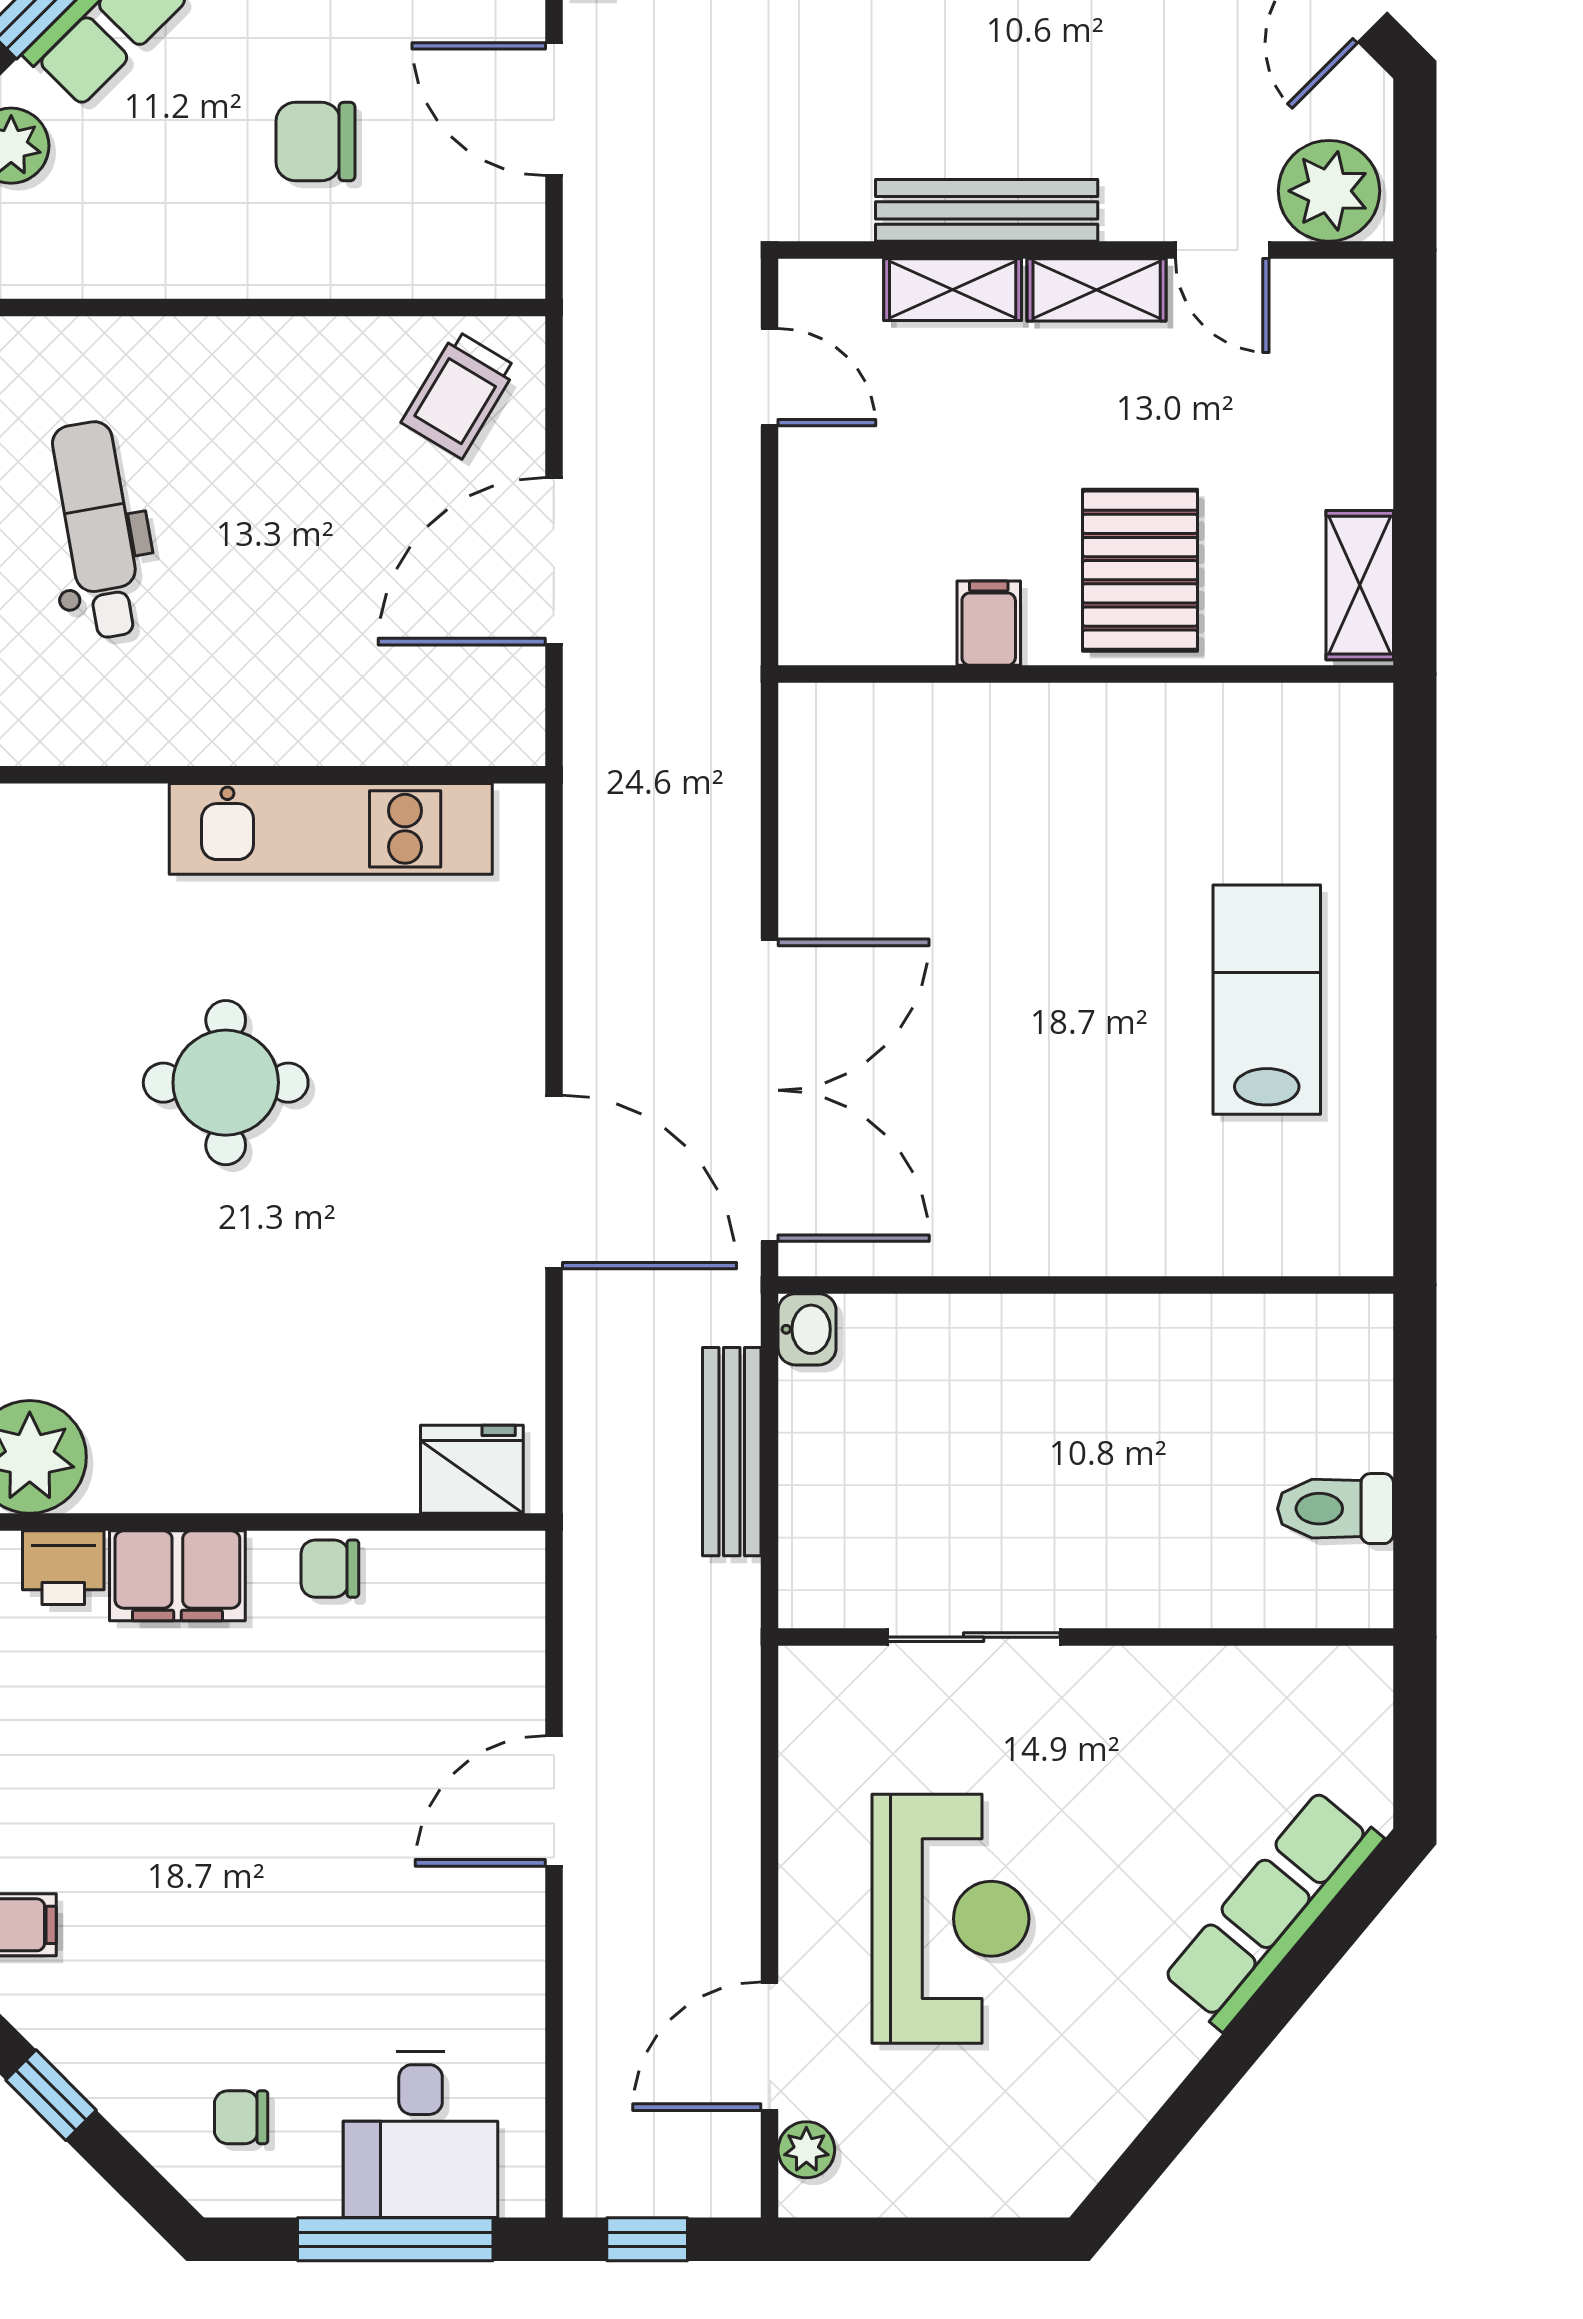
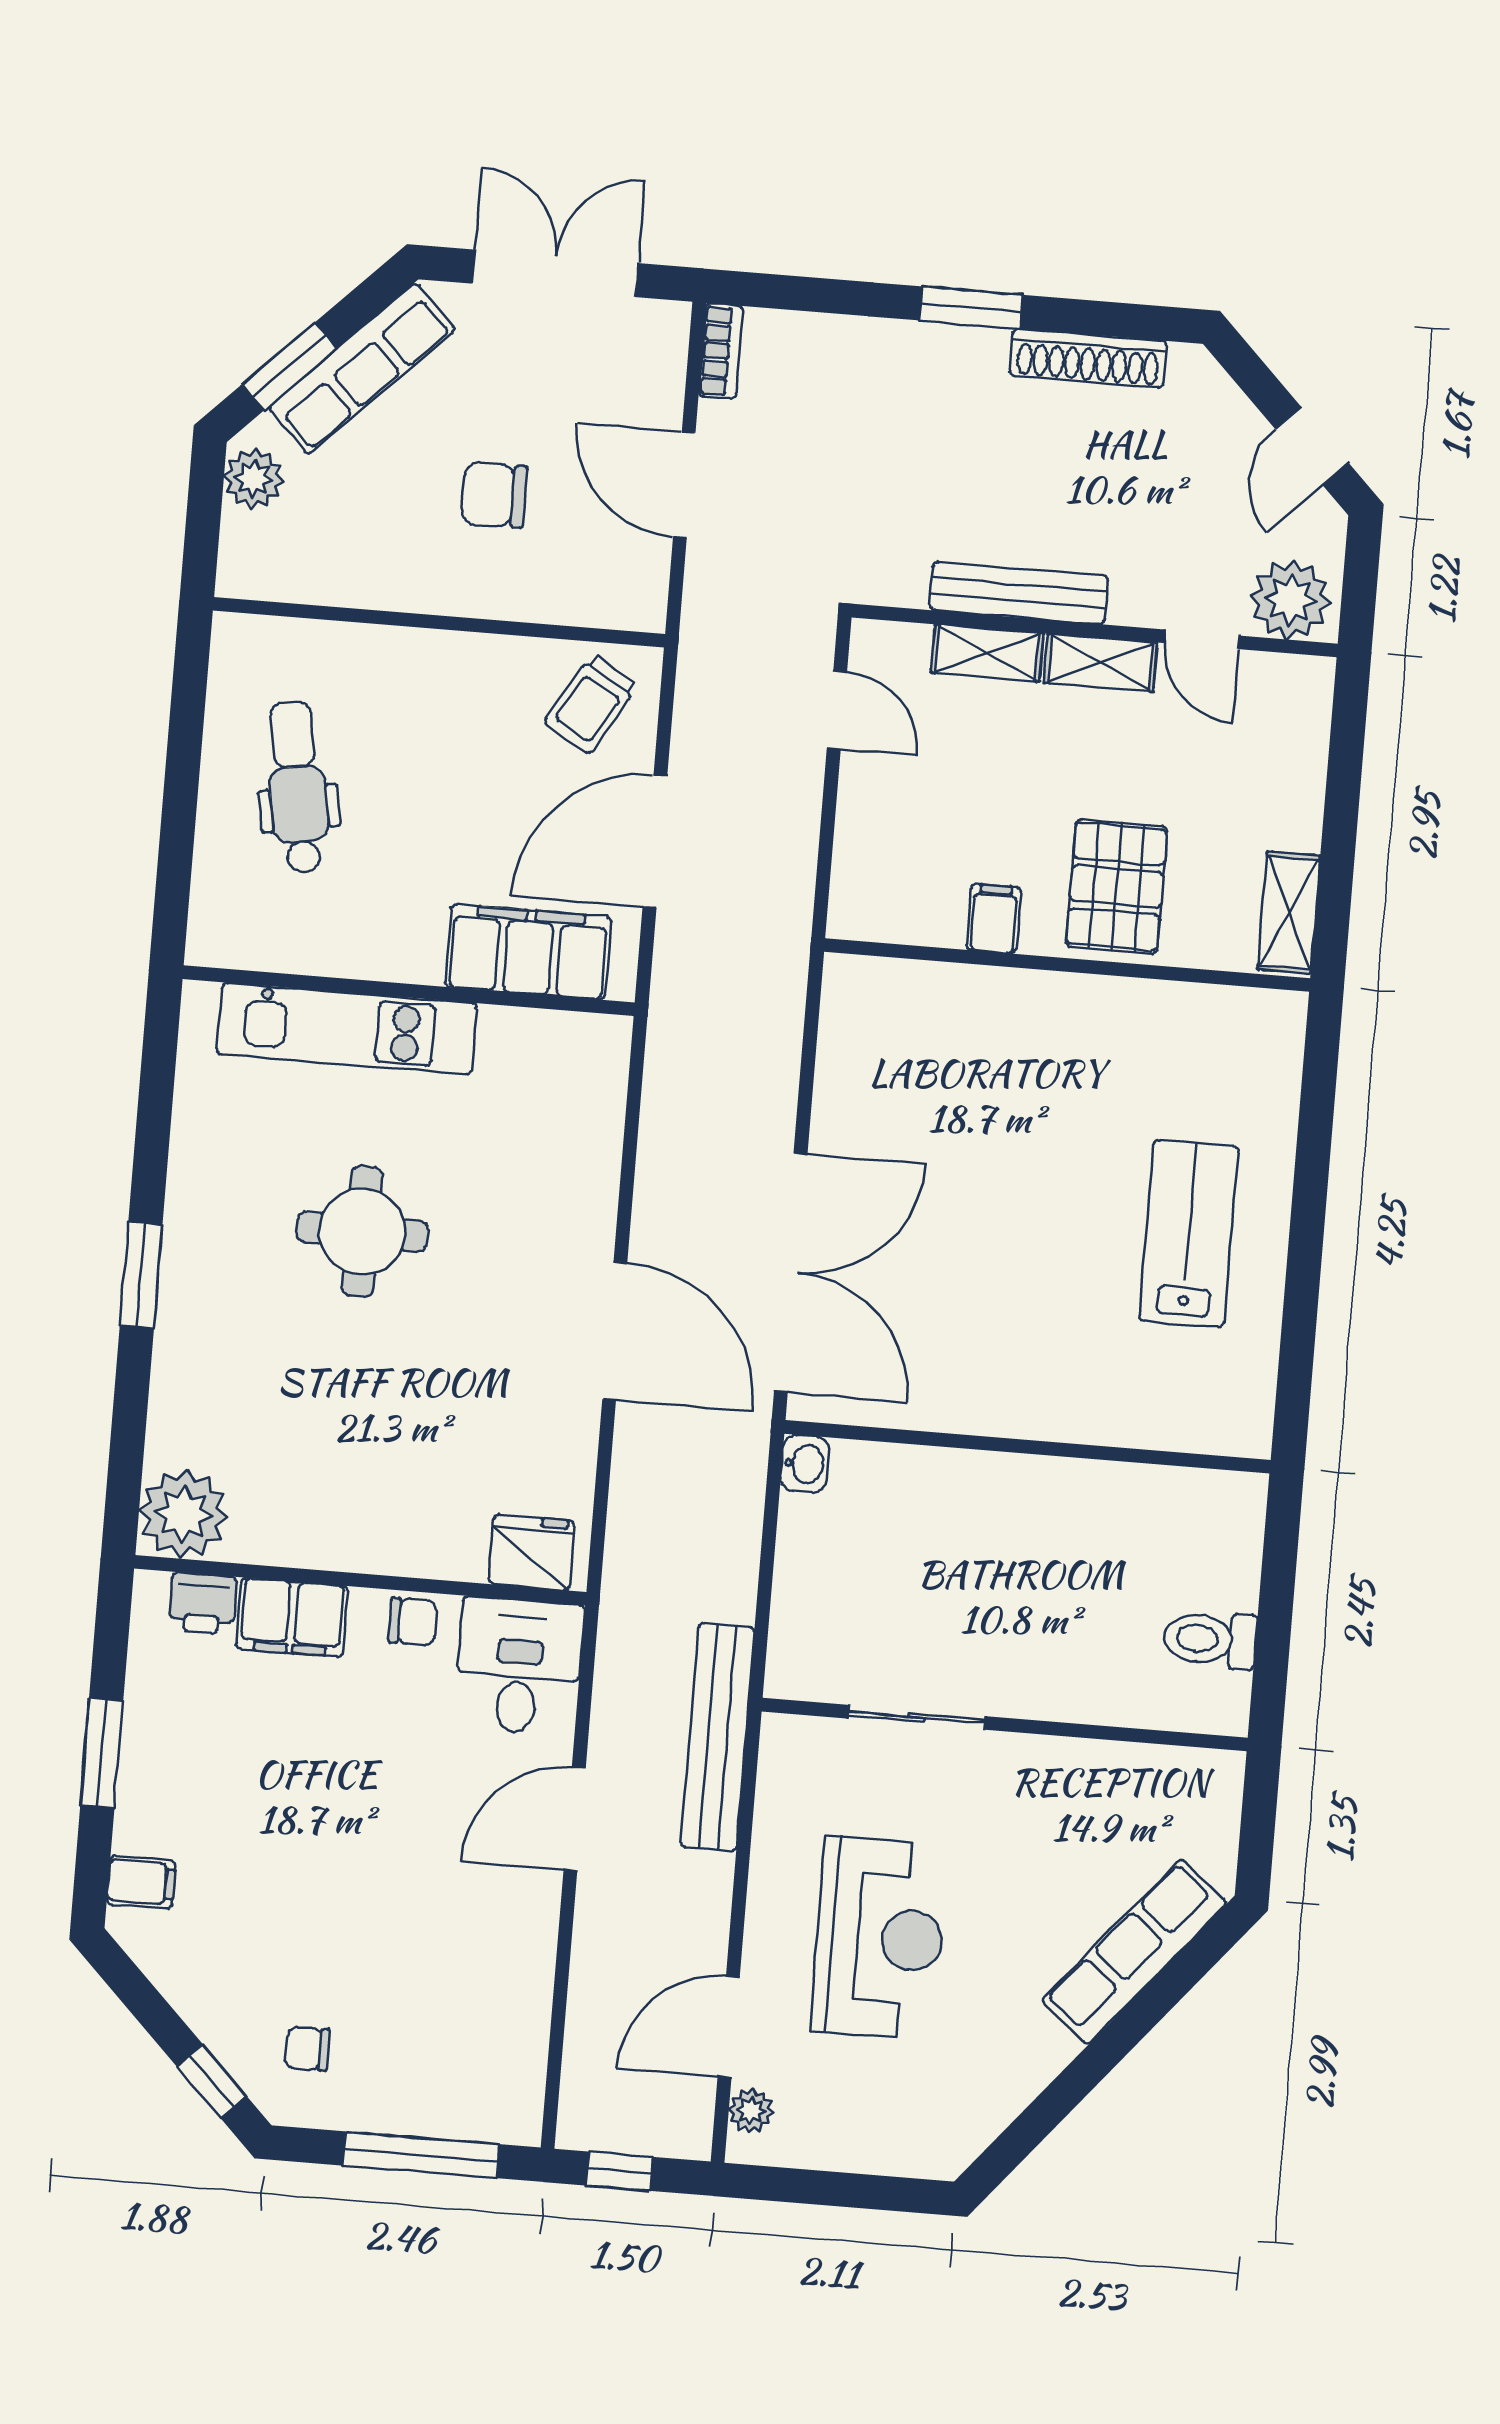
filing cabinet: (406, 713) -> (528, 952), added
kitchen unit: (331, 829) -> (347, 1029), moved
bench: (732, 1452) -> (718, 1737), moved, width x1.37, depth x1.21
chair: (330, 1569) -> (413, 1622), turned 180
window: (51, 2095) -> (212, 2081), moved
desk: (421, 2134) -> (519, 1666), moved, turned 180

